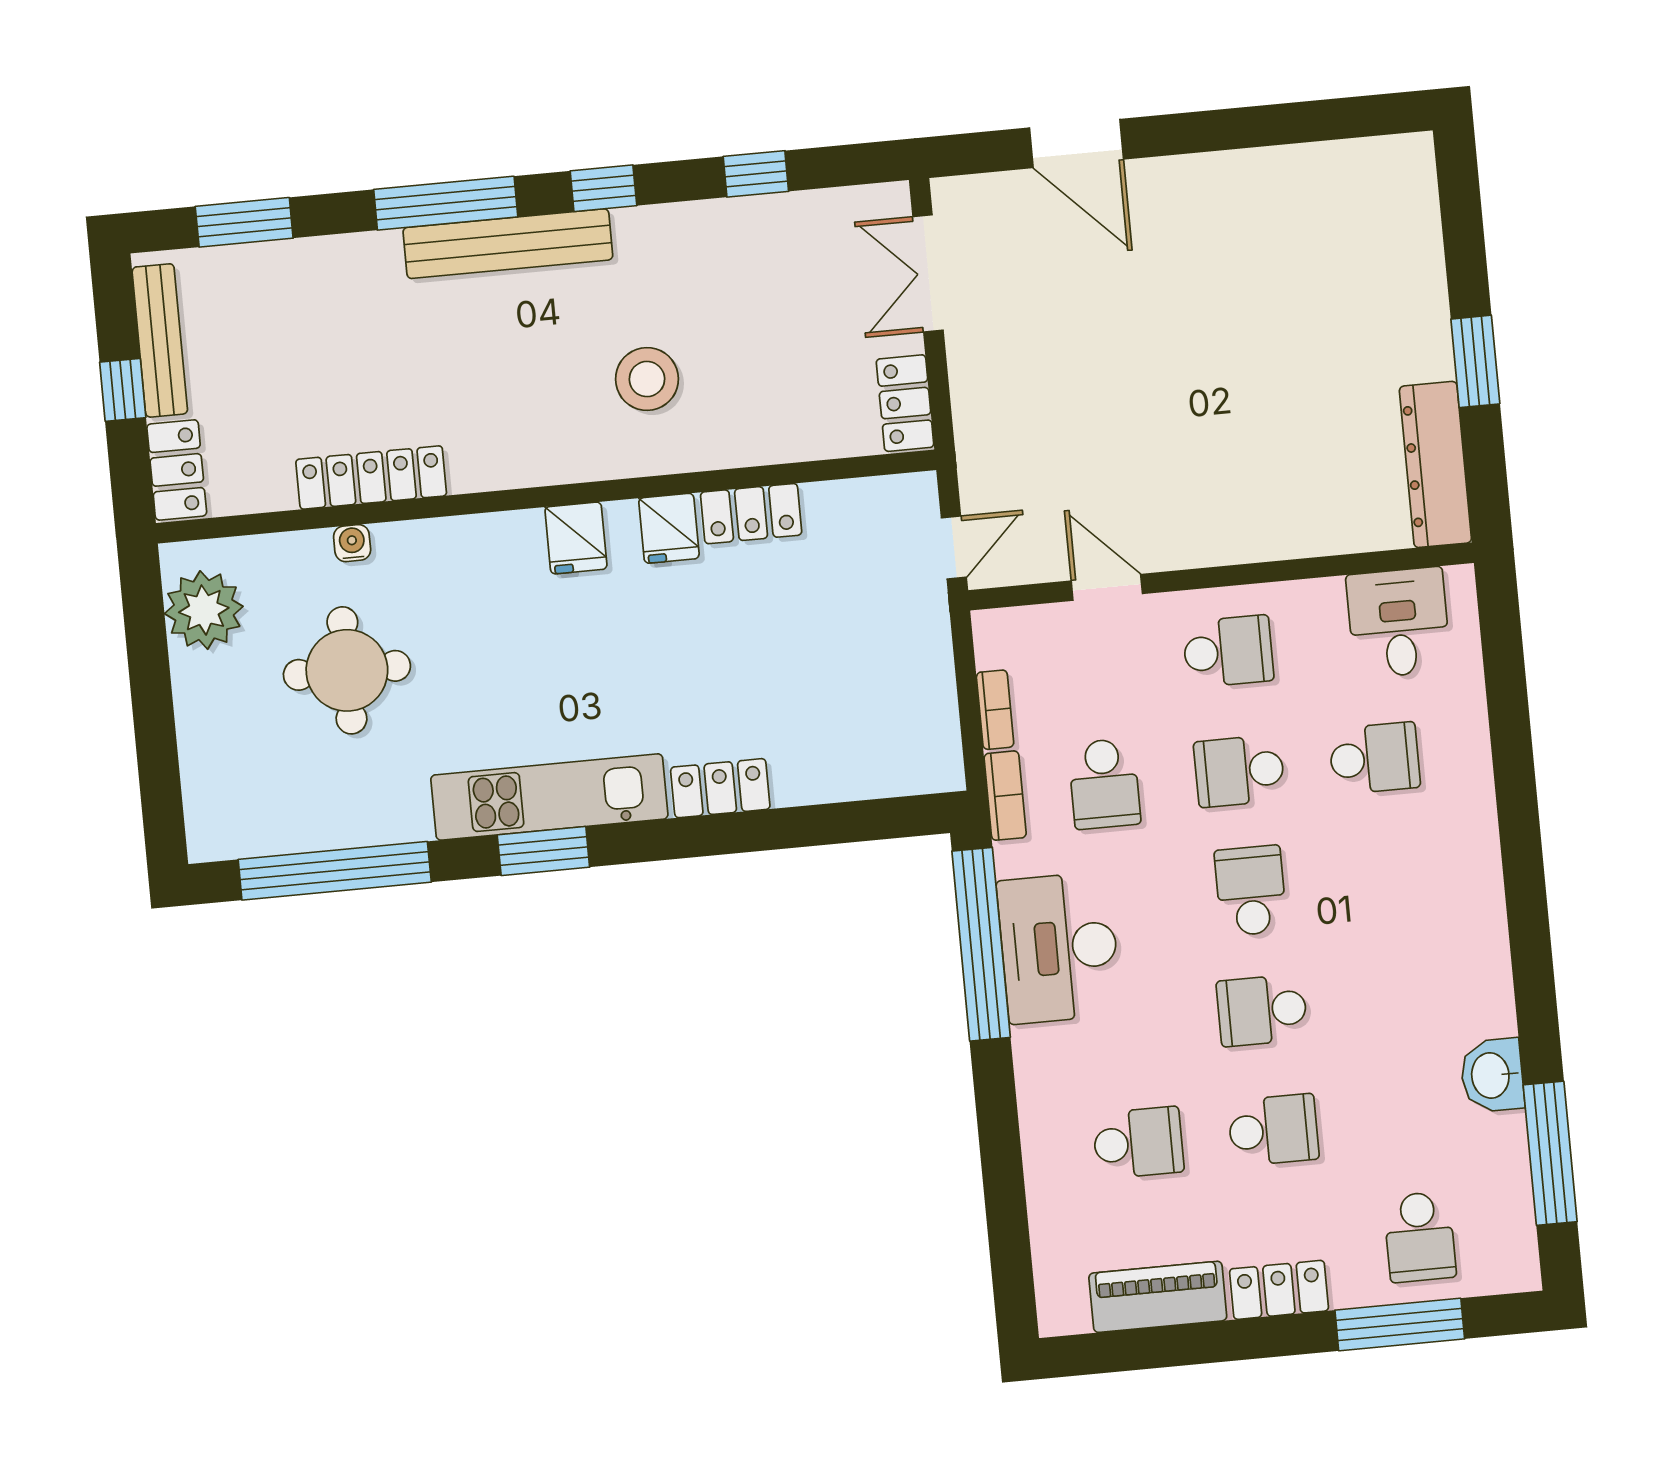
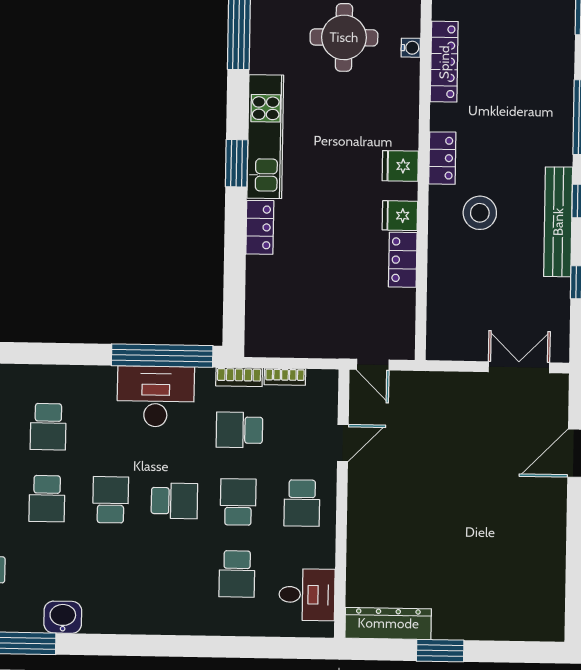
bench: (508, 244) -> (558, 222), moved
locker: (905, 403) -> (442, 158), moved, turned 90
window: (543, 851) -> (237, 163), moved

